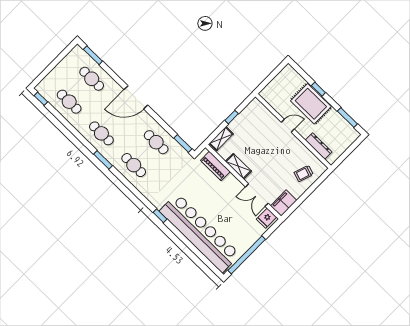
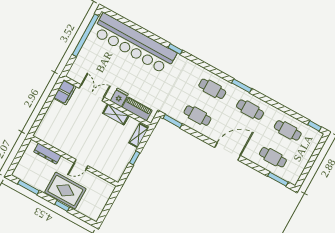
trolley: (304, 173) -> (54, 125), removed
fridge: (266, 218) -> (119, 97), moved

